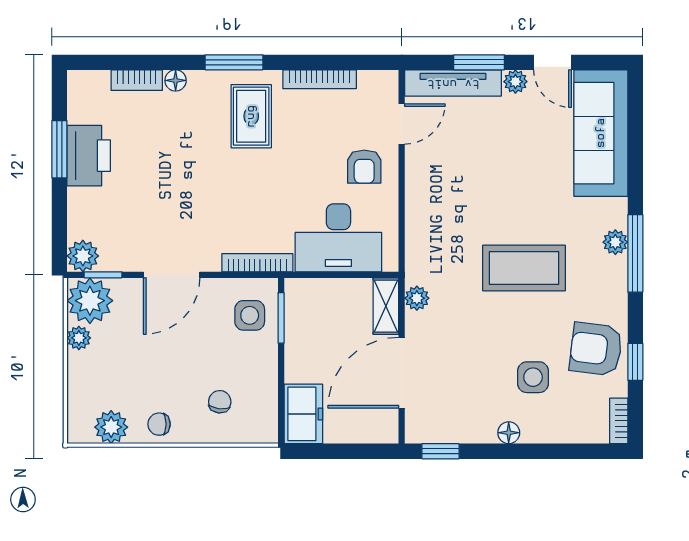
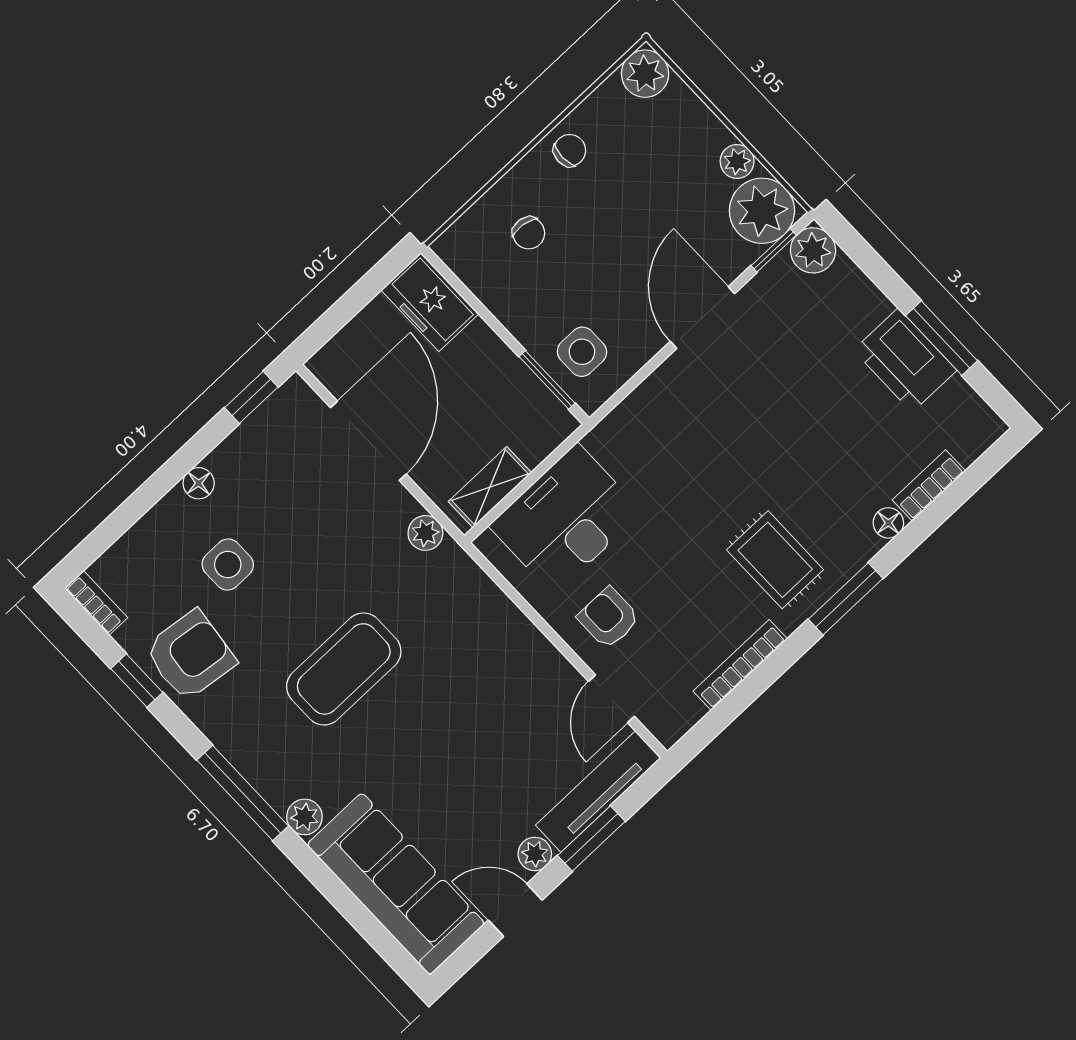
plant: (615, 242) -> (304, 817), moved
bookcase: (257, 263) -> (626, 414), removed
shelving: (386, 306) -> (490, 487), moved, turned 90
plant: (111, 427) -> (645, 74), moved

